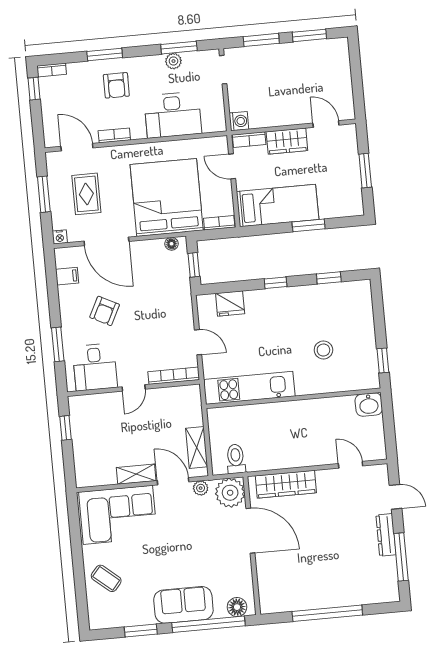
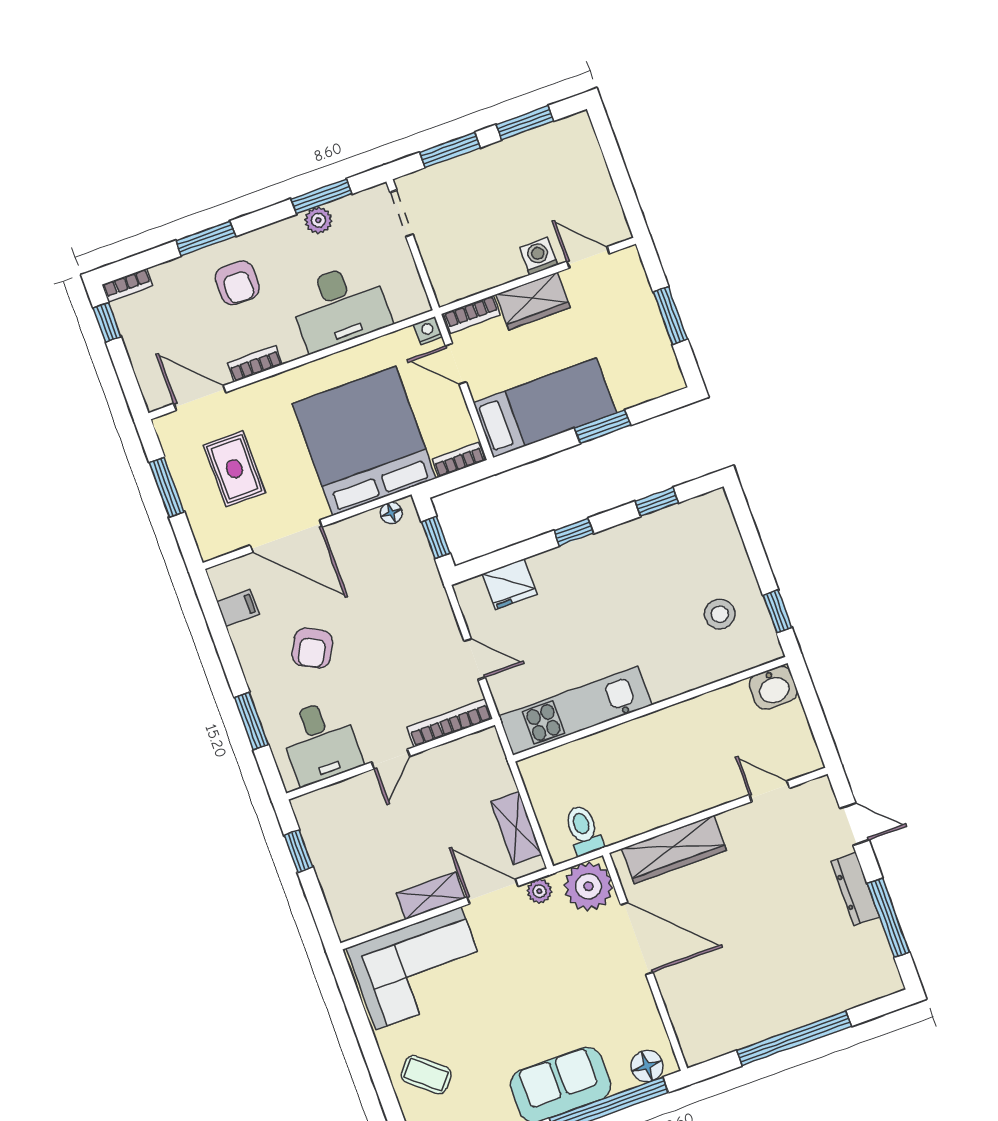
washing machine: (239, 121) -> (539, 256), moved, turned -90
nightstand: (60, 237) -> (428, 331), moved, turned 180
stool: (323, 350) -> (720, 614), moved

